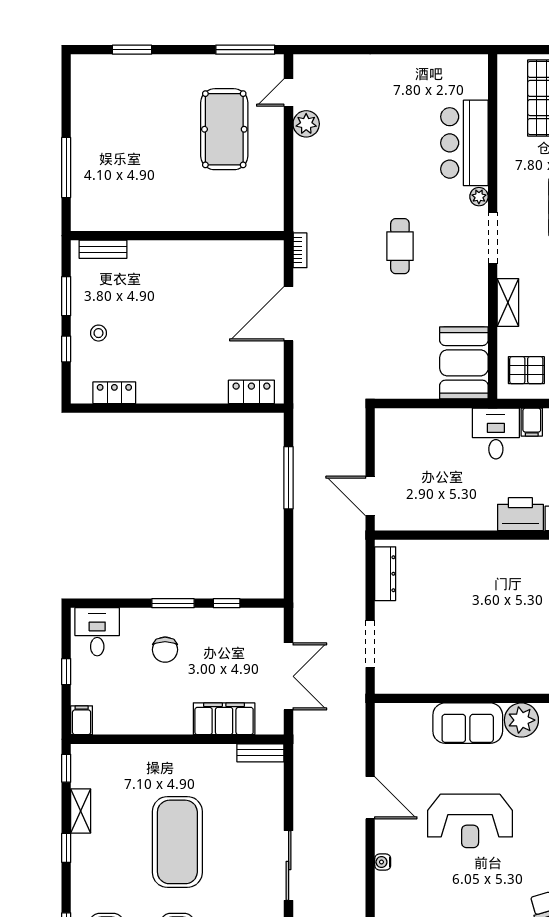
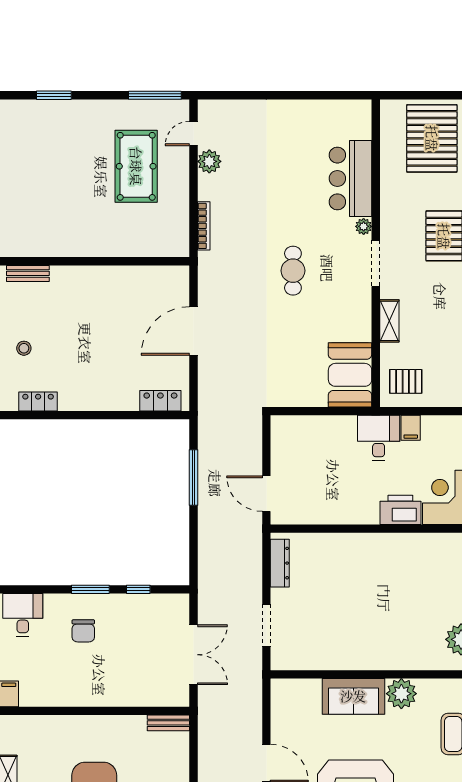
bookcase: (300, 250) -> (204, 226), moved, width x1.56
filing cabinet: (224, 719) -> (136, 693), removed

